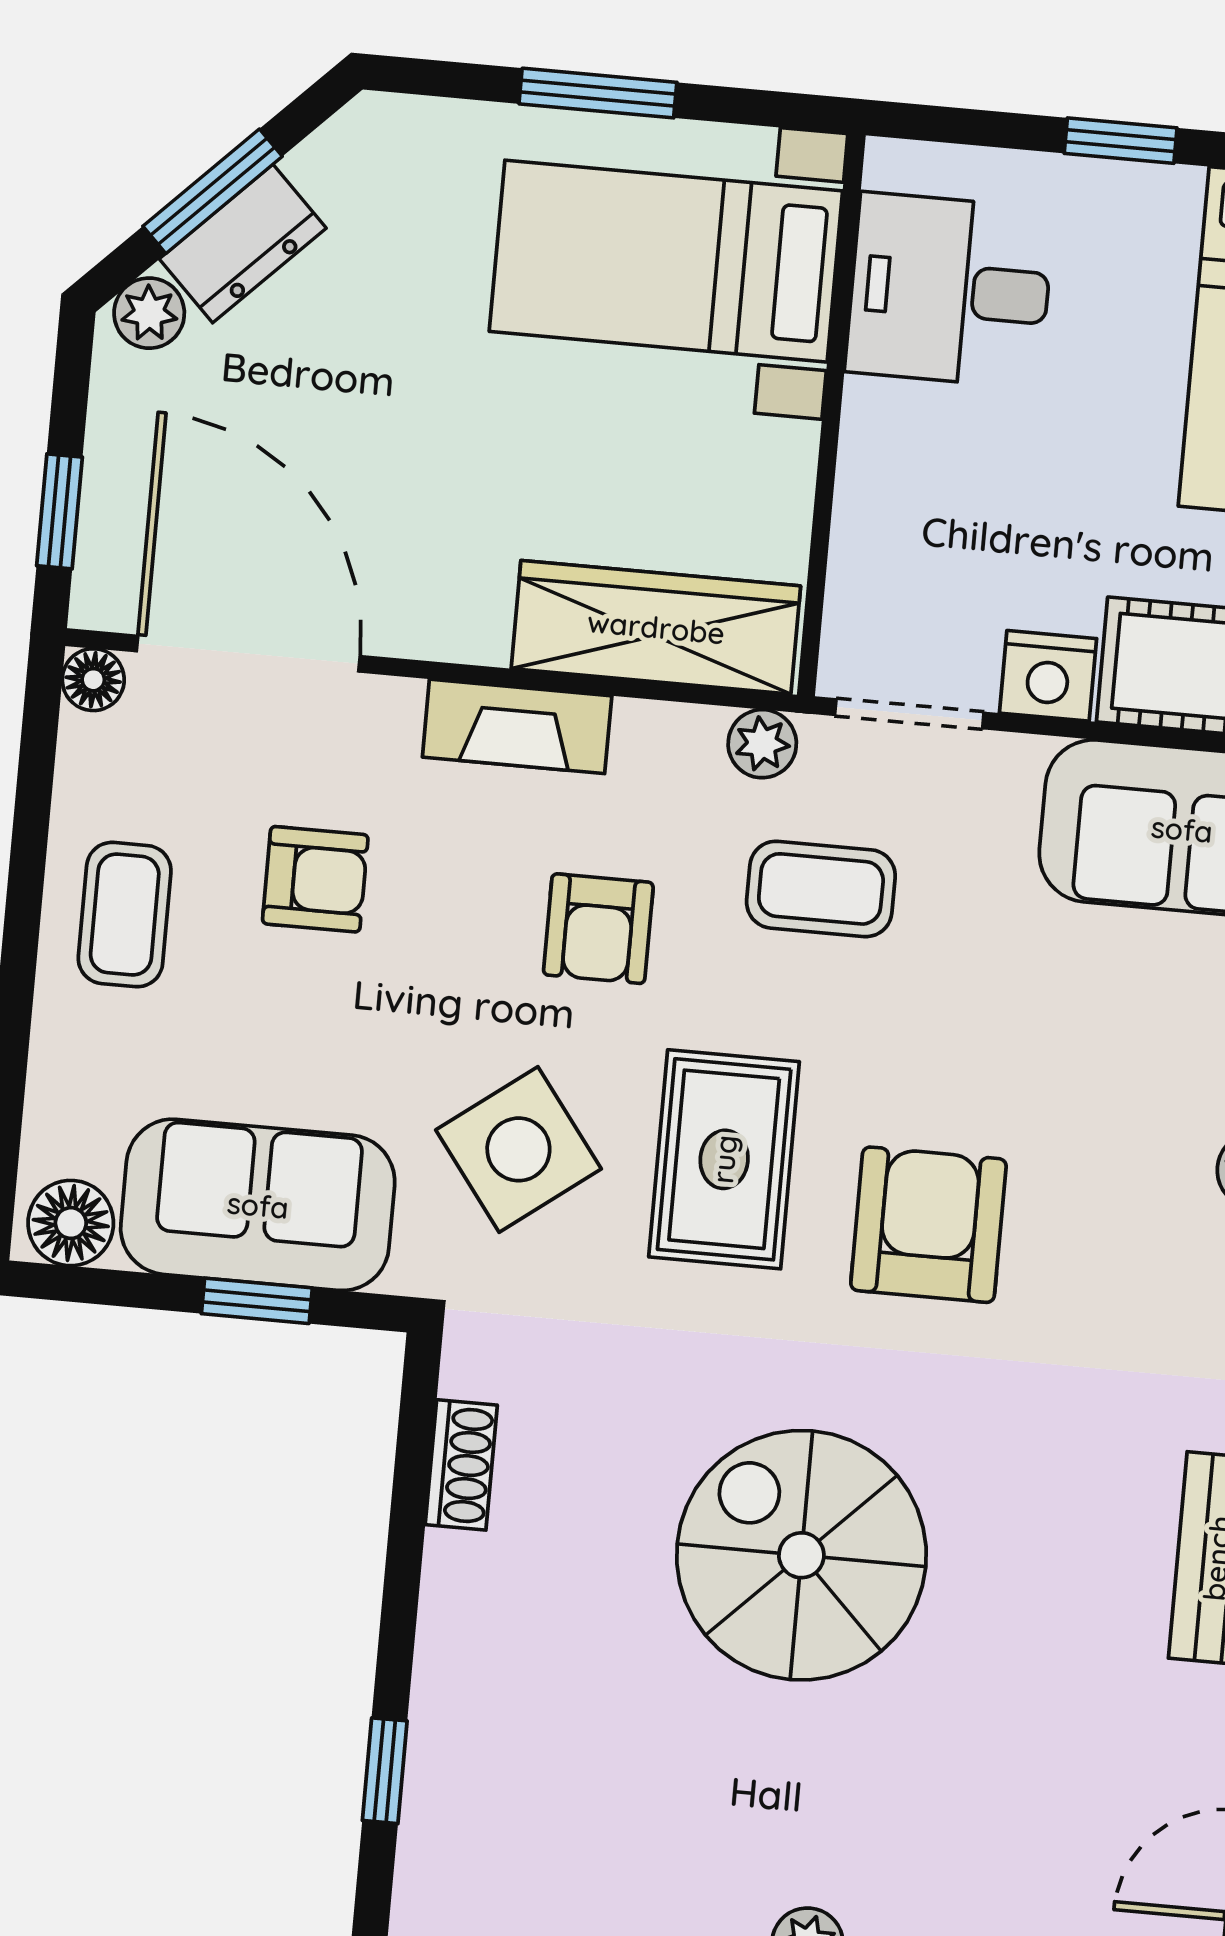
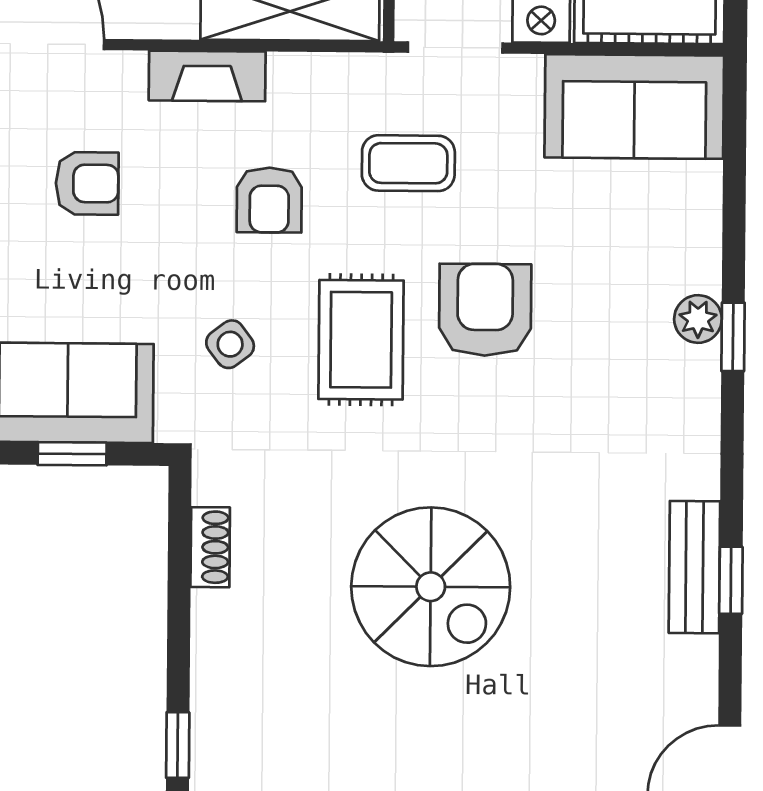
plant: (762, 744) -> (364, 74), removed
side table: (518, 1149) -> (230, 344), width x0.54, depth x0.54
armchair: (928, 1225) -> (485, 310), moved
spiral stairs: (801, 1555) -> (431, 587), turned 180

